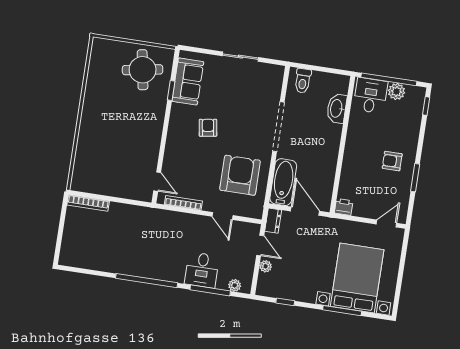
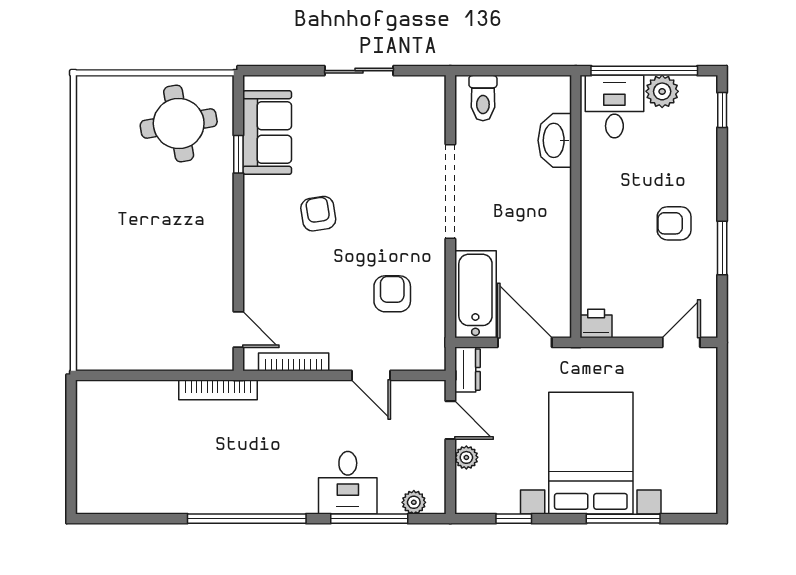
armchair: (240, 175) -> (392, 294), width x0.53, depth x0.53
bookcase: (88, 203) -> (218, 390), moved
bed with nightstands: (357, 278) -> (591, 453), moved

